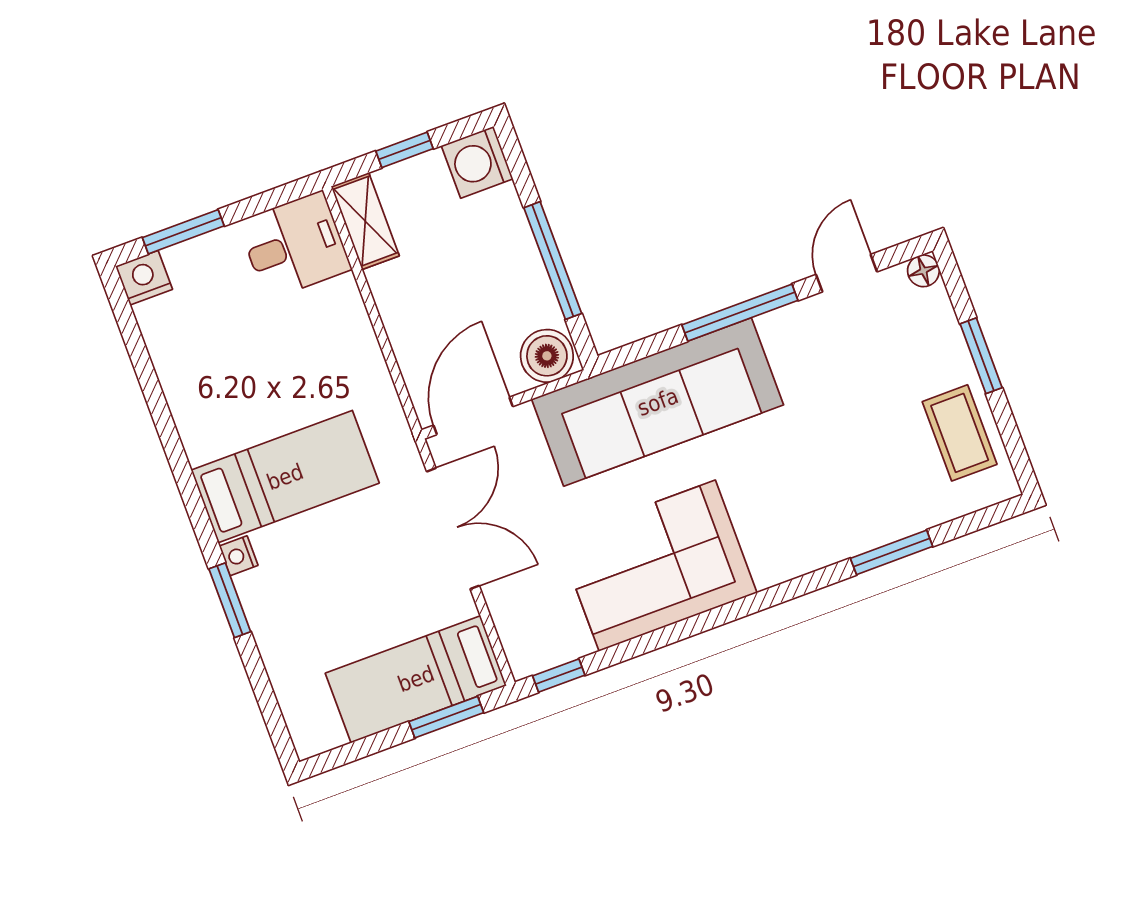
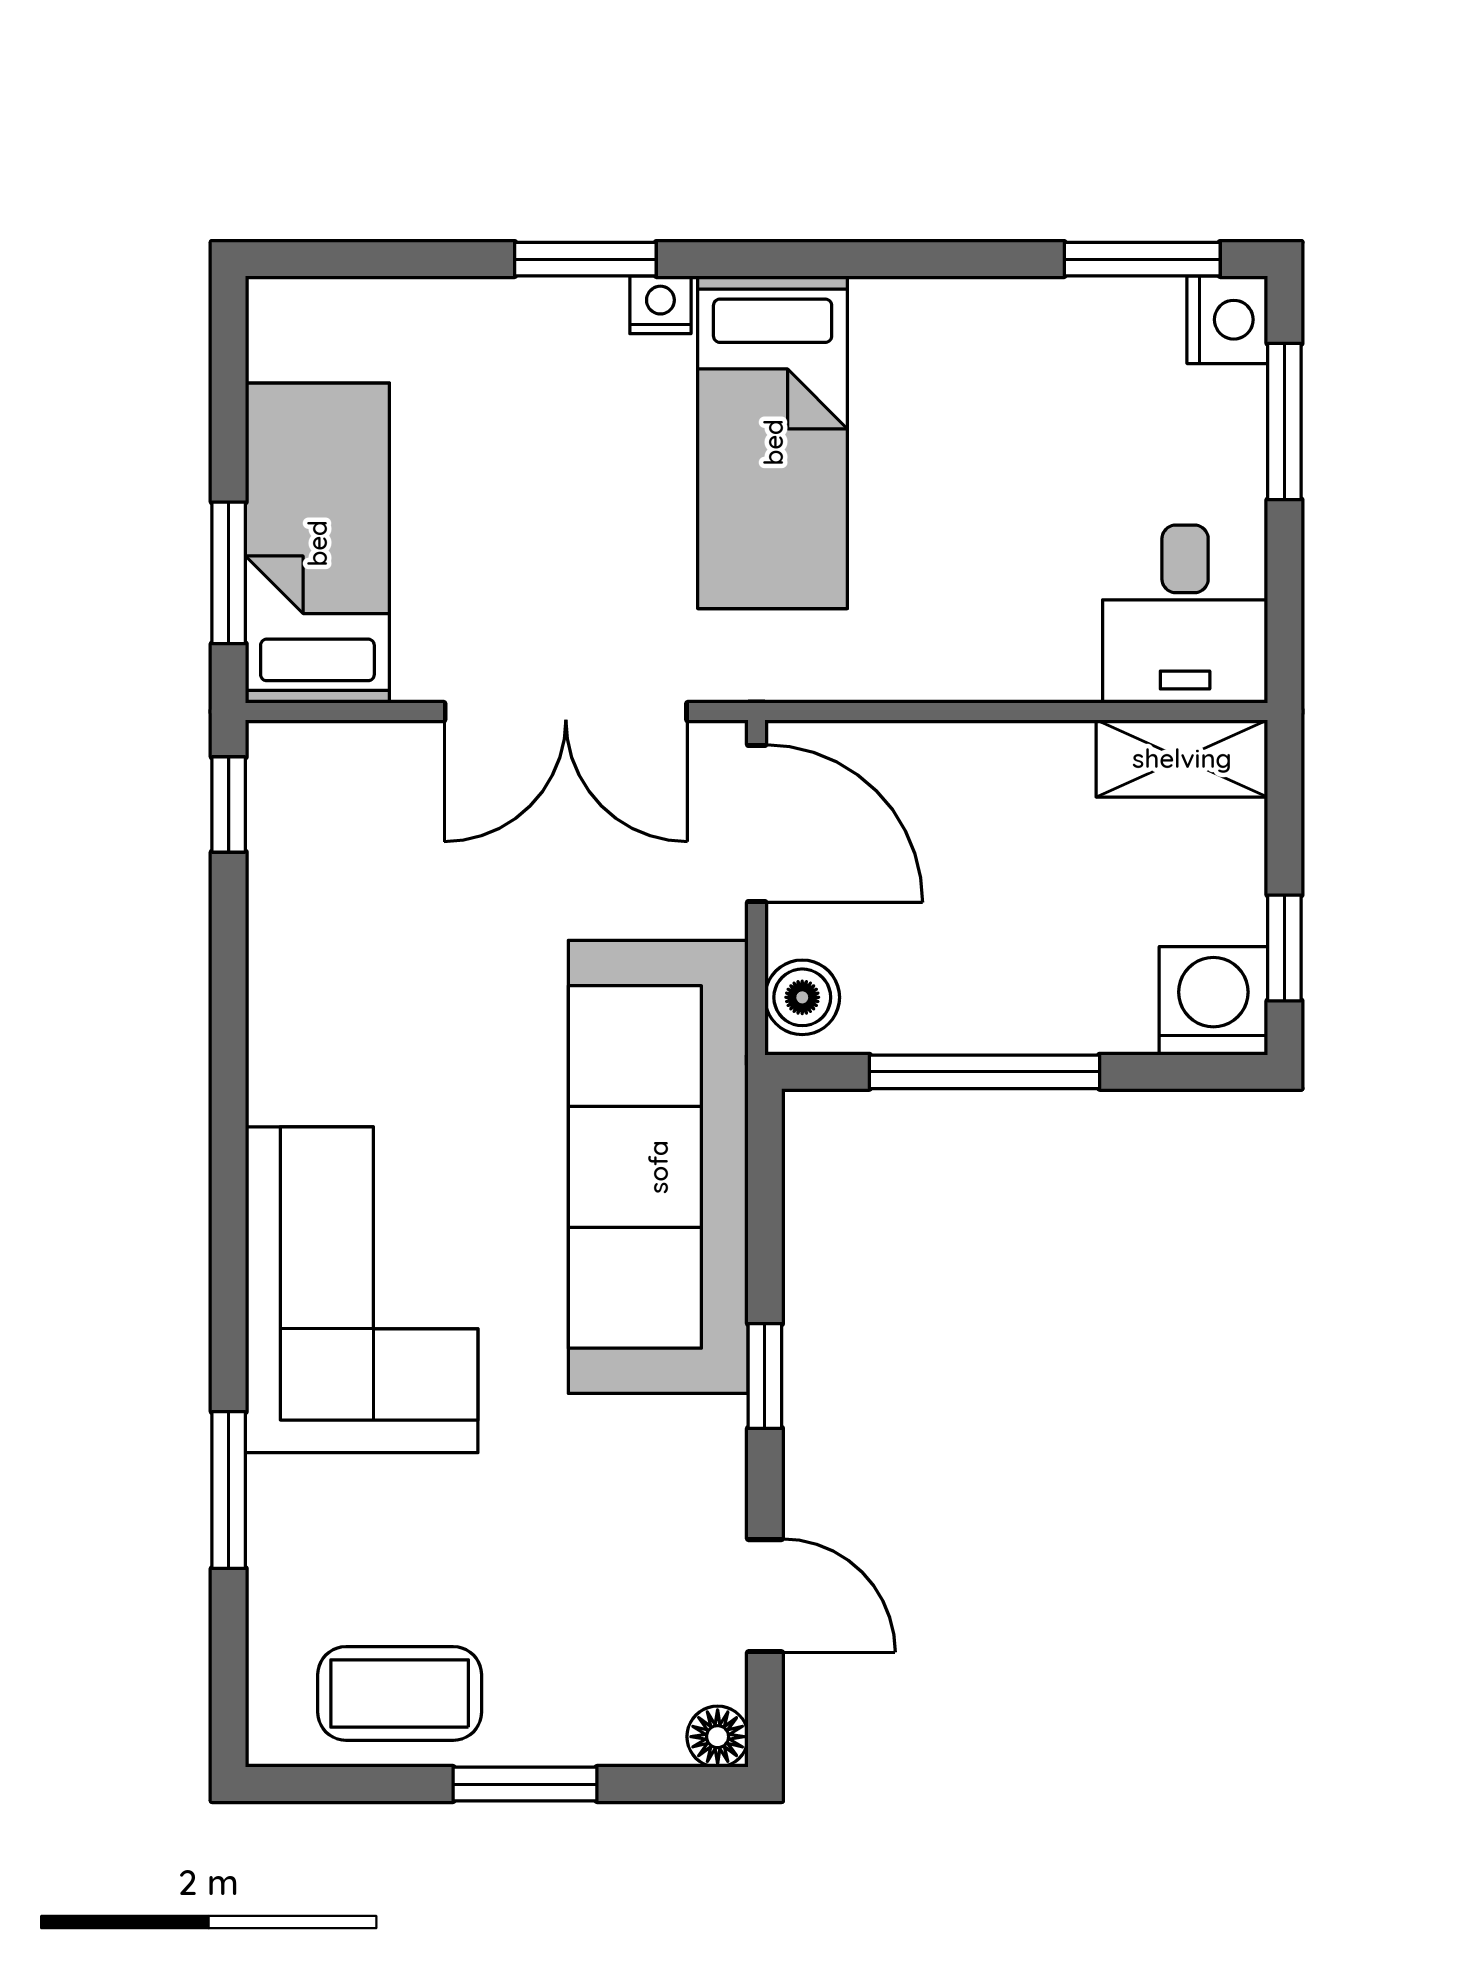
window: (405, 150) -> (1284, 948), moved
window: (740, 313) -> (765, 1376), width x0.46
window: (130, 330) -> (1142, 259), added
boiler: (547, 356) -> (802, 997), width x0.73, depth x0.73
corner sofa: (657, 566) -> (362, 1290), moved

